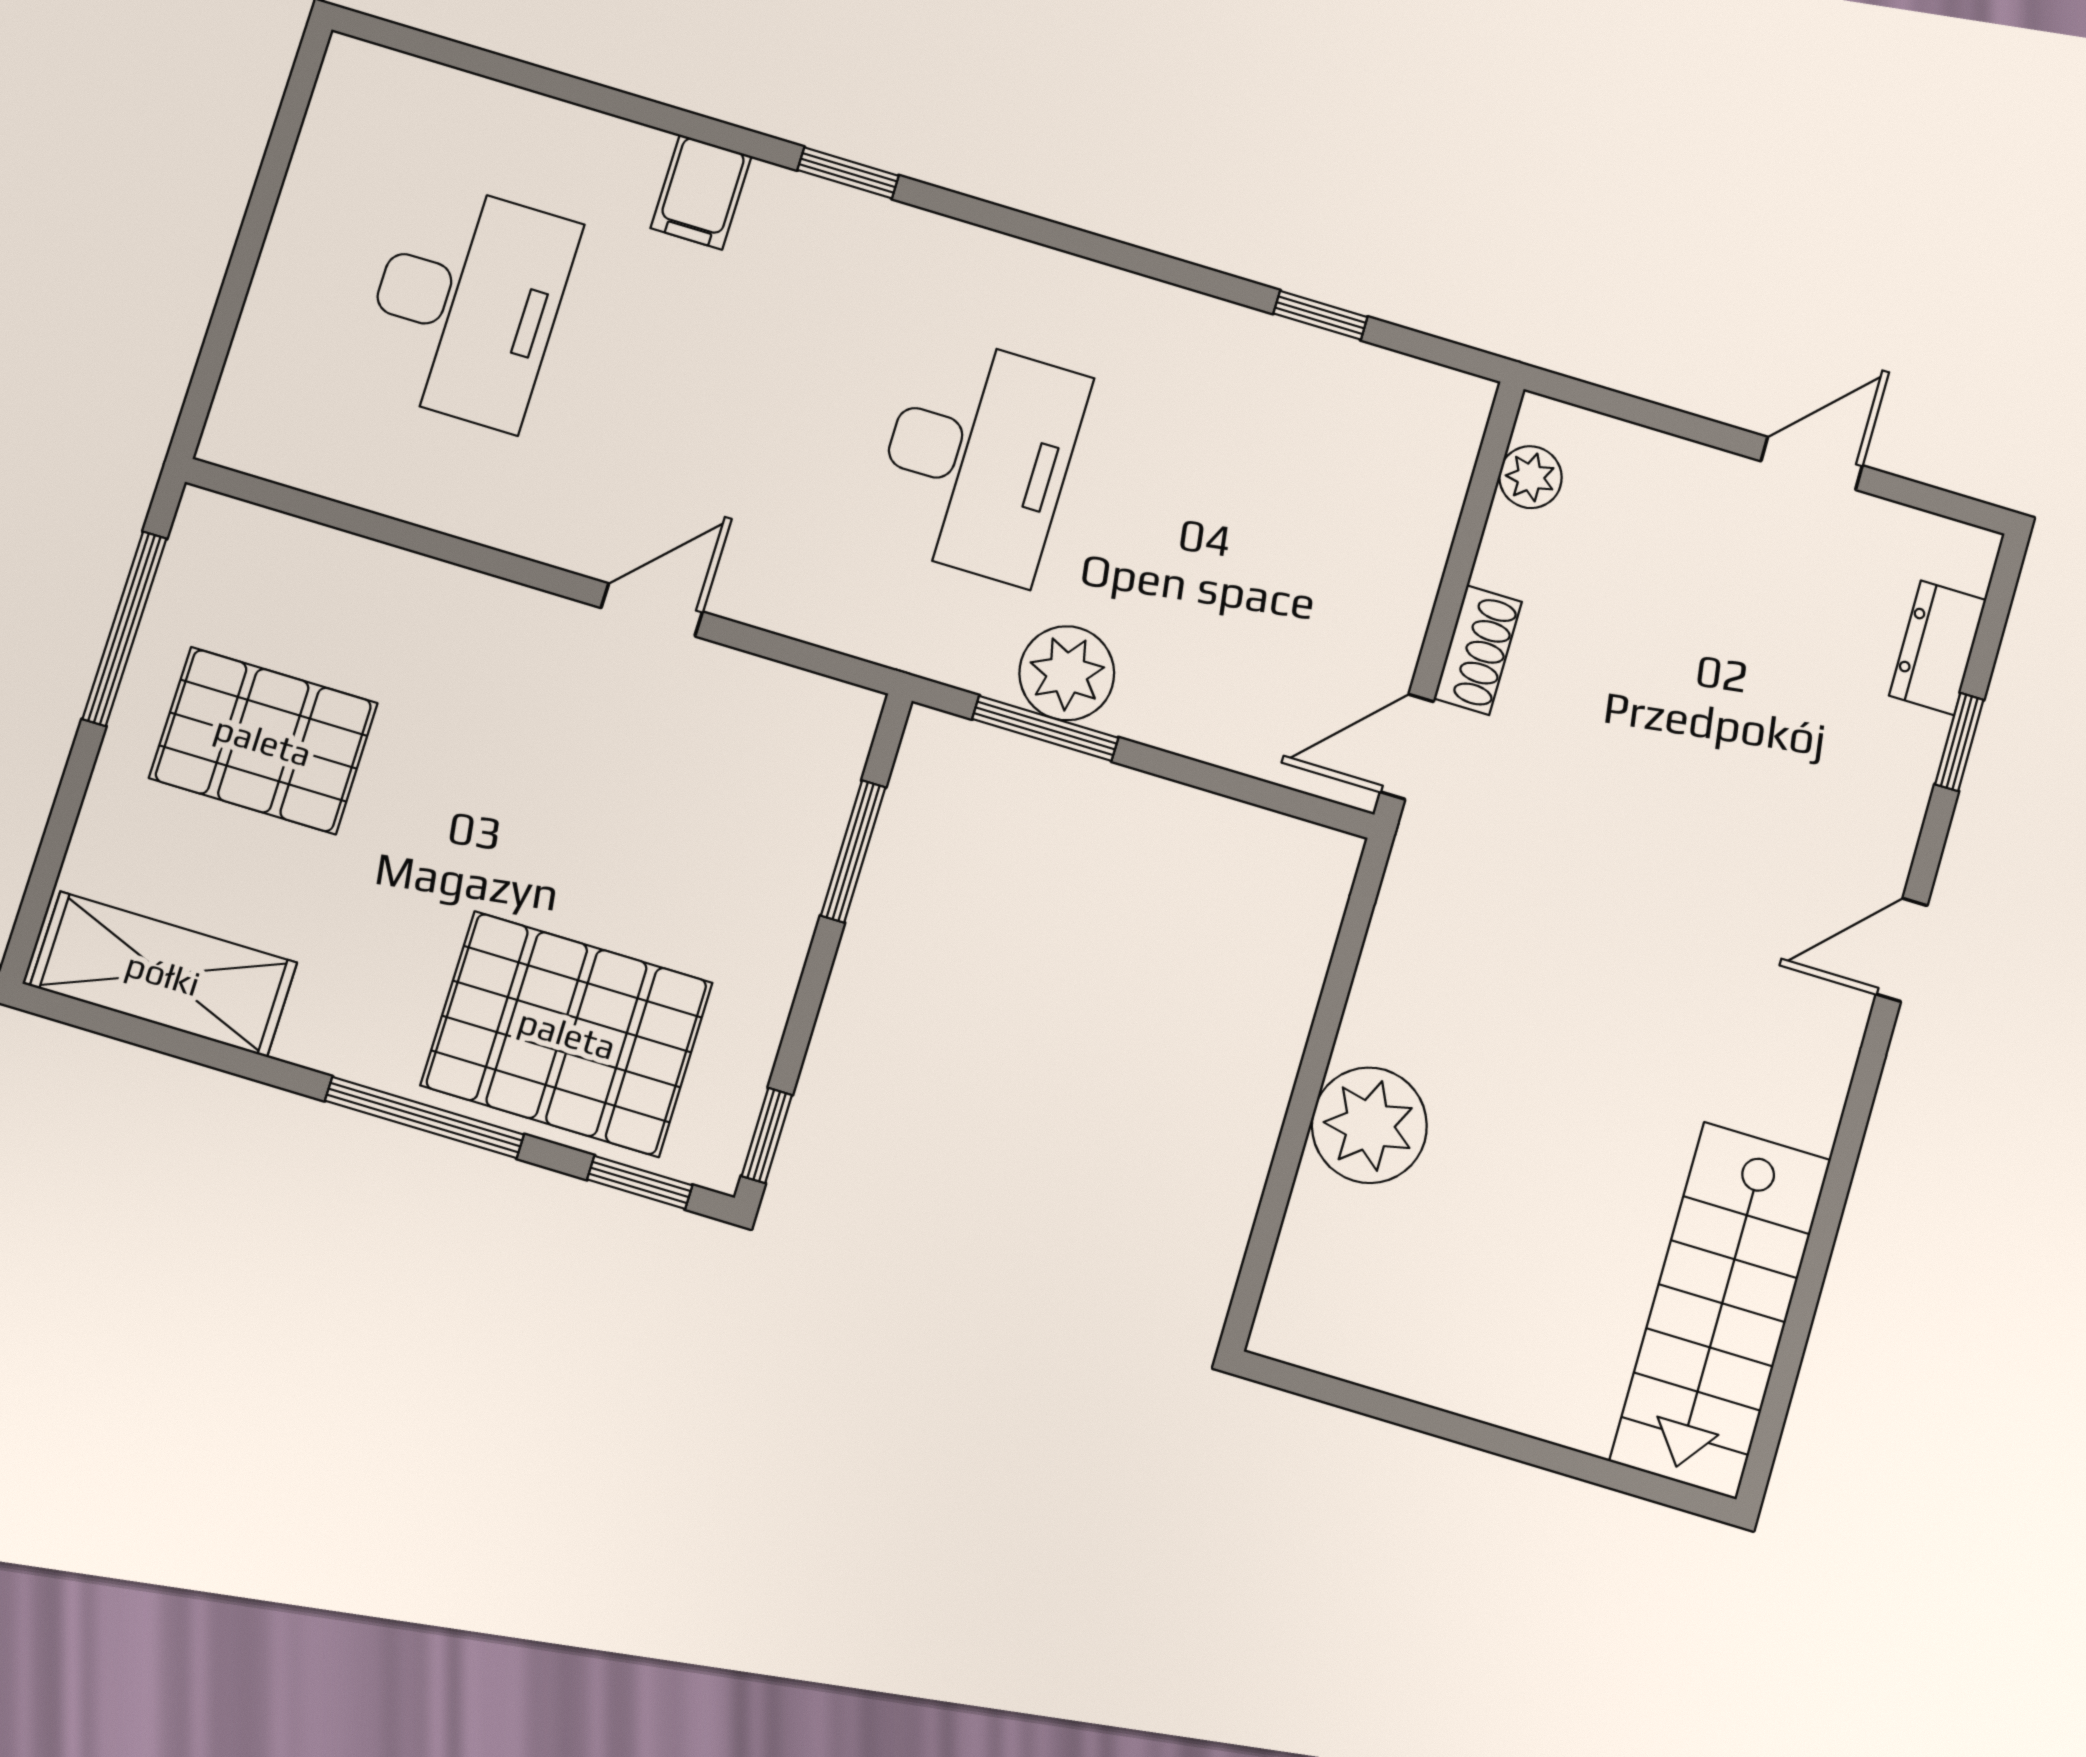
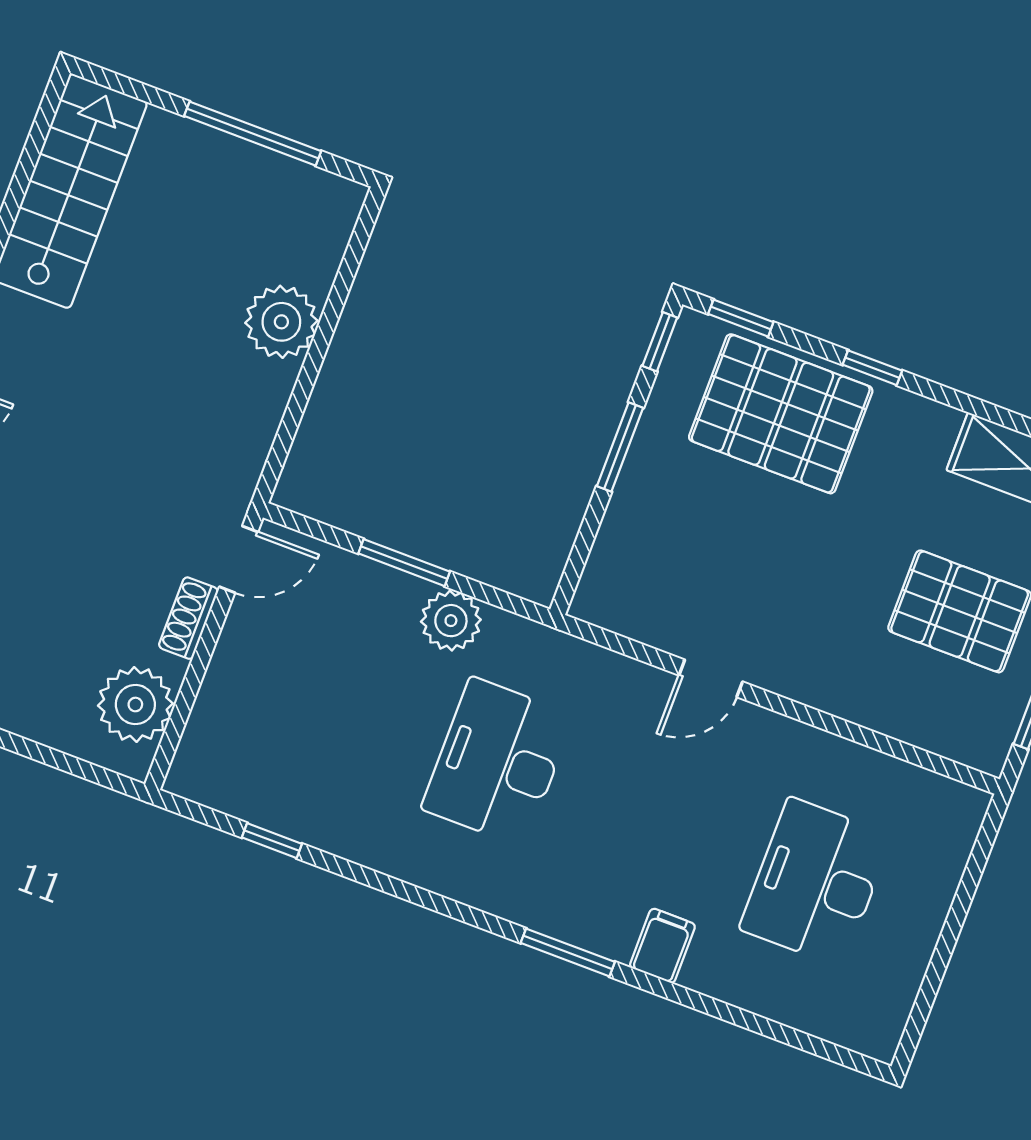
window: (848, 173) -> (568, 952), width x1.50
plant: (1530, 477) -> (135, 705), width x1.87, depth x1.87
window: (1045, 728) -> (404, 563), moved
window: (853, 851) -> (620, 447), moved
window: (424, 1118) -> (872, 368), width x0.46
window: (1439, 1423) -> (253, 134), added

